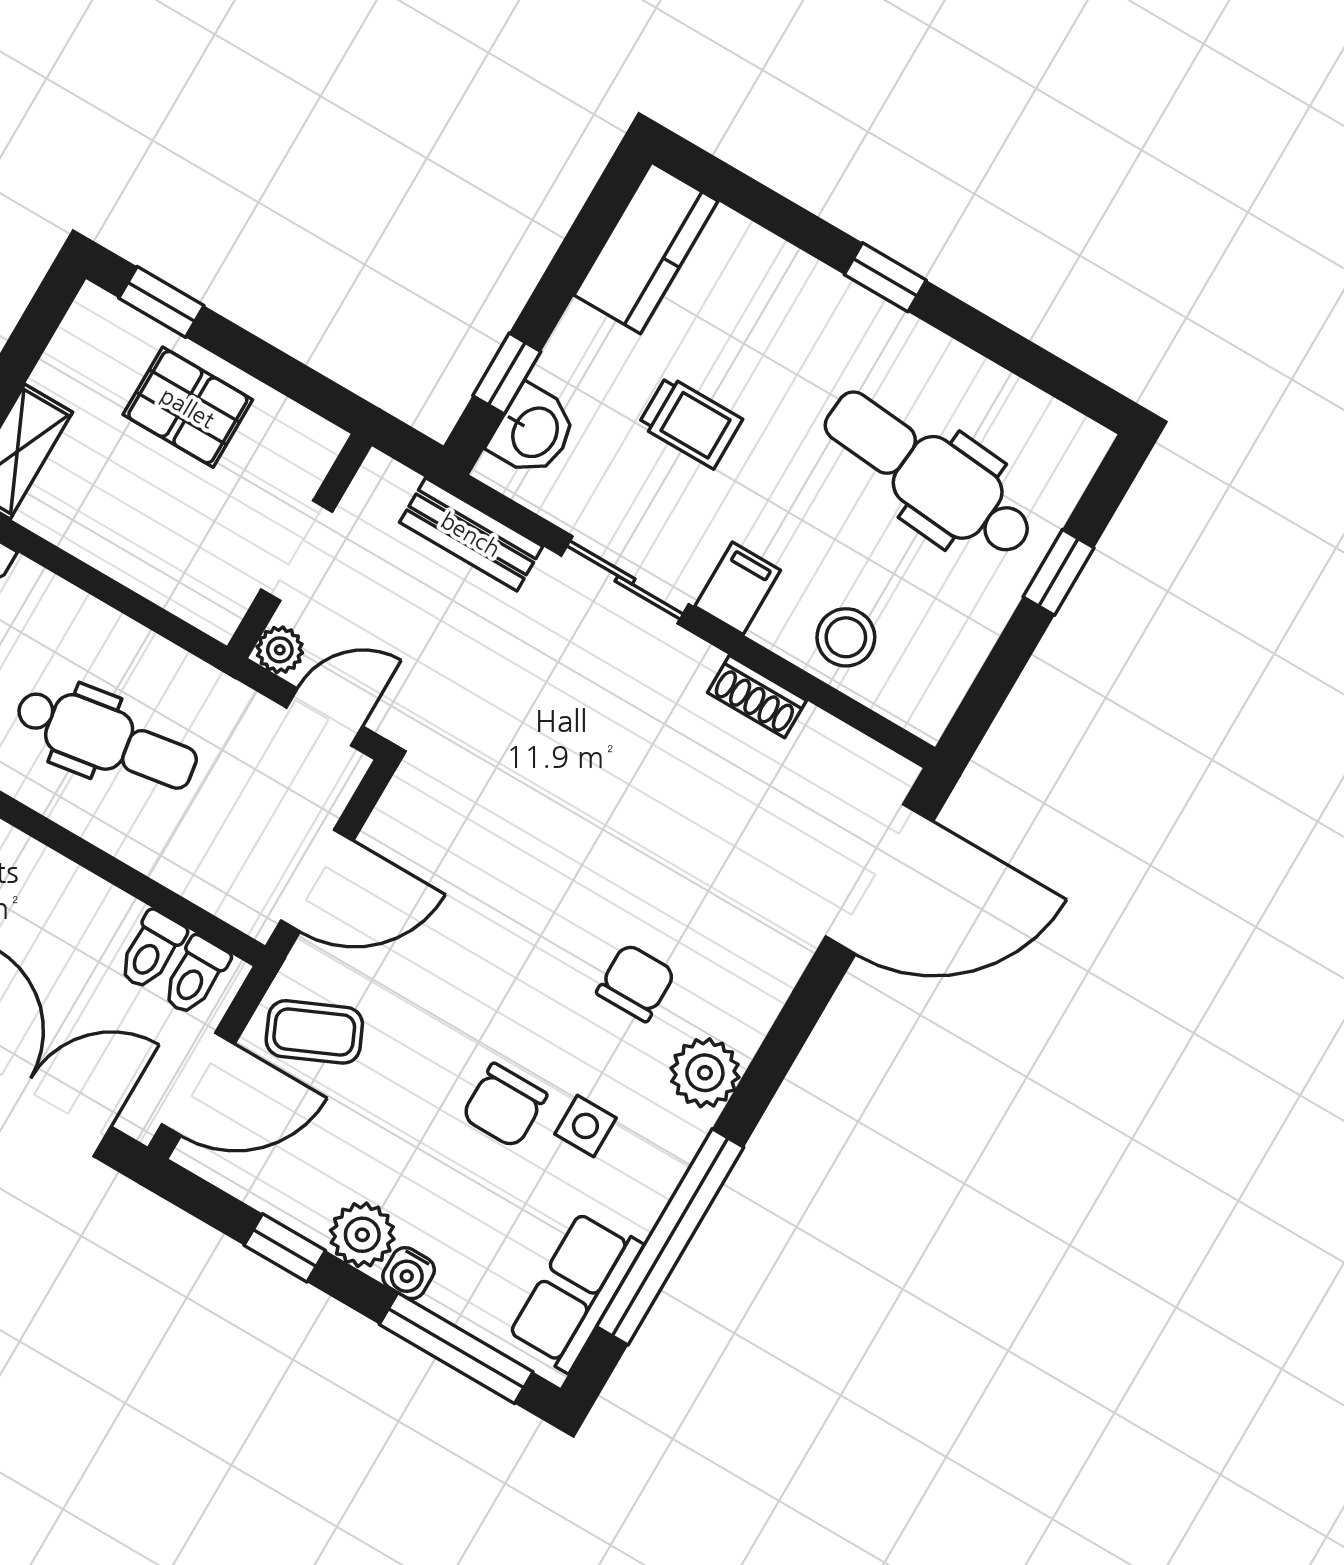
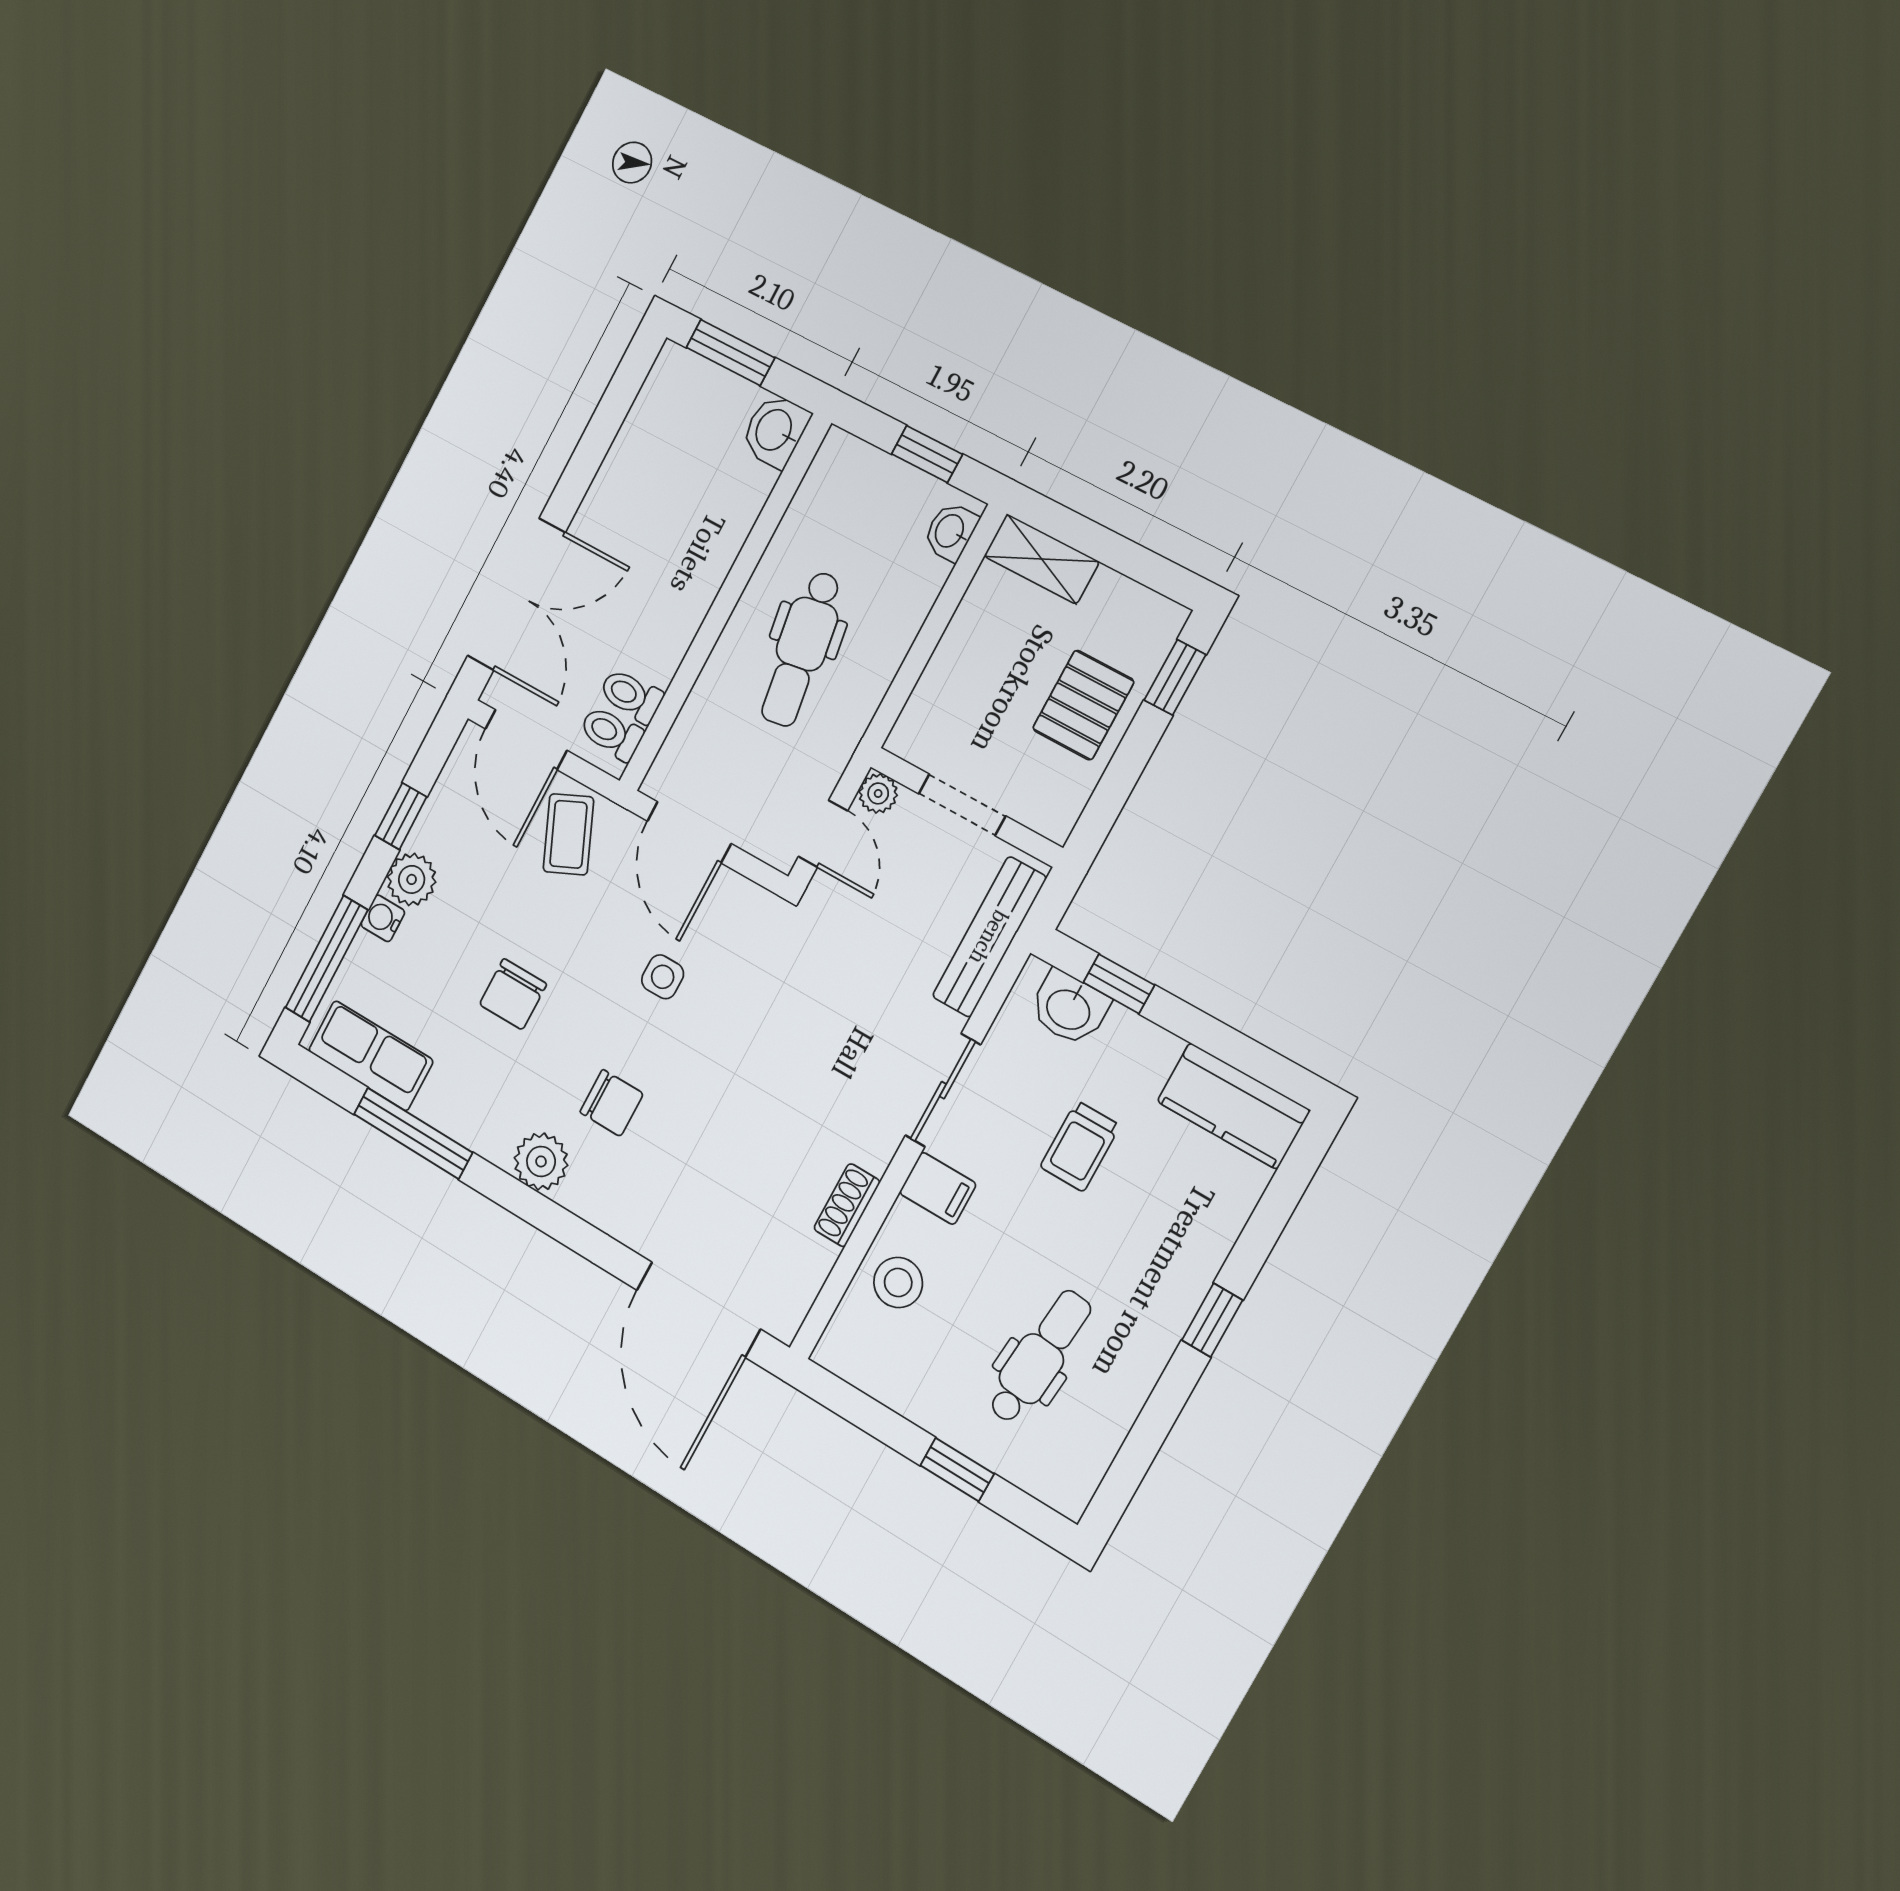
dental chair: (929, 474) -> (1039, 1357), width x0.73, depth x0.72
bench: (471, 534) -> (989, 937), width x1.36
chair: (504, 1106) -> (513, 994), turned -90
side table: (585, 1126) -> (663, 977), moved
window: (670, 1237) -> (413, 1133), width x0.68

